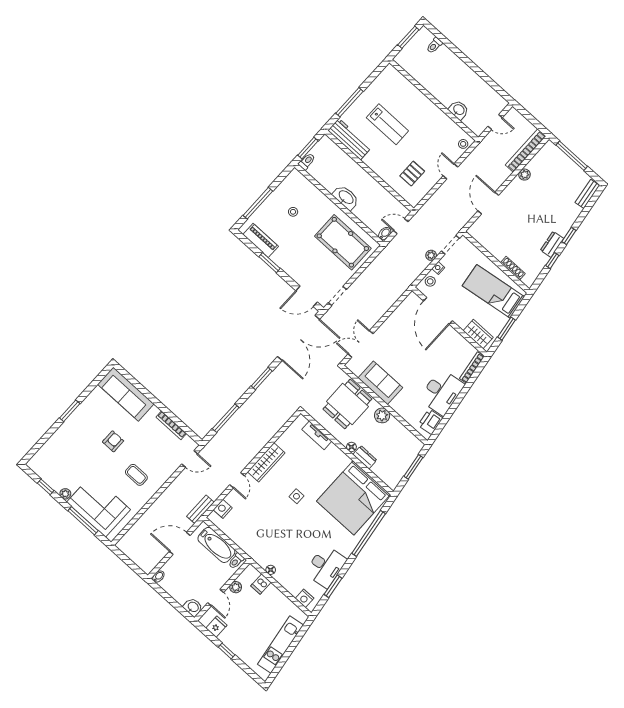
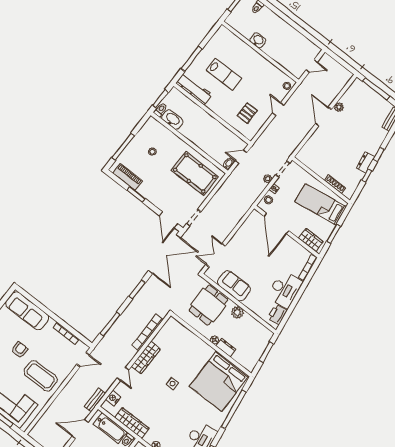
washbasin: (459, 110) -> (258, 40), moved
bookcase: (526, 151) -> (148, 332), moved
washbasin: (346, 197) -> (172, 120), moved
door: (488, 203) -> (323, 117), moved
door: (307, 296) -> (169, 220), hinge flipped
tv unit: (317, 435) -> (185, 333), removed
coffee table: (136, 475) -> (41, 376), width x1.86, depth x1.72
wardrobe: (243, 541) -> (132, 423), added

